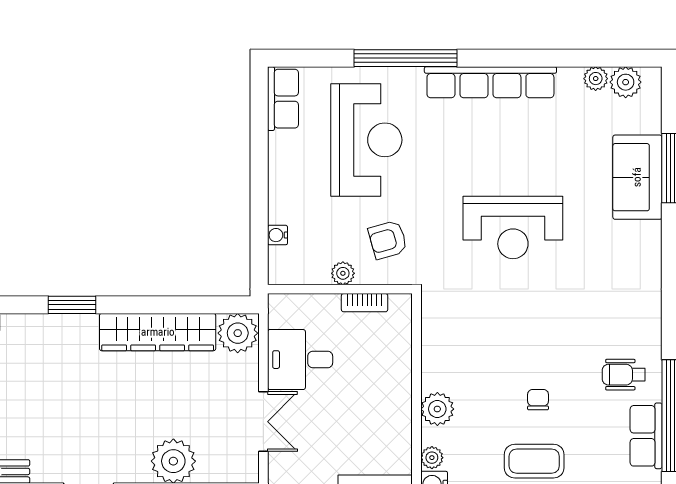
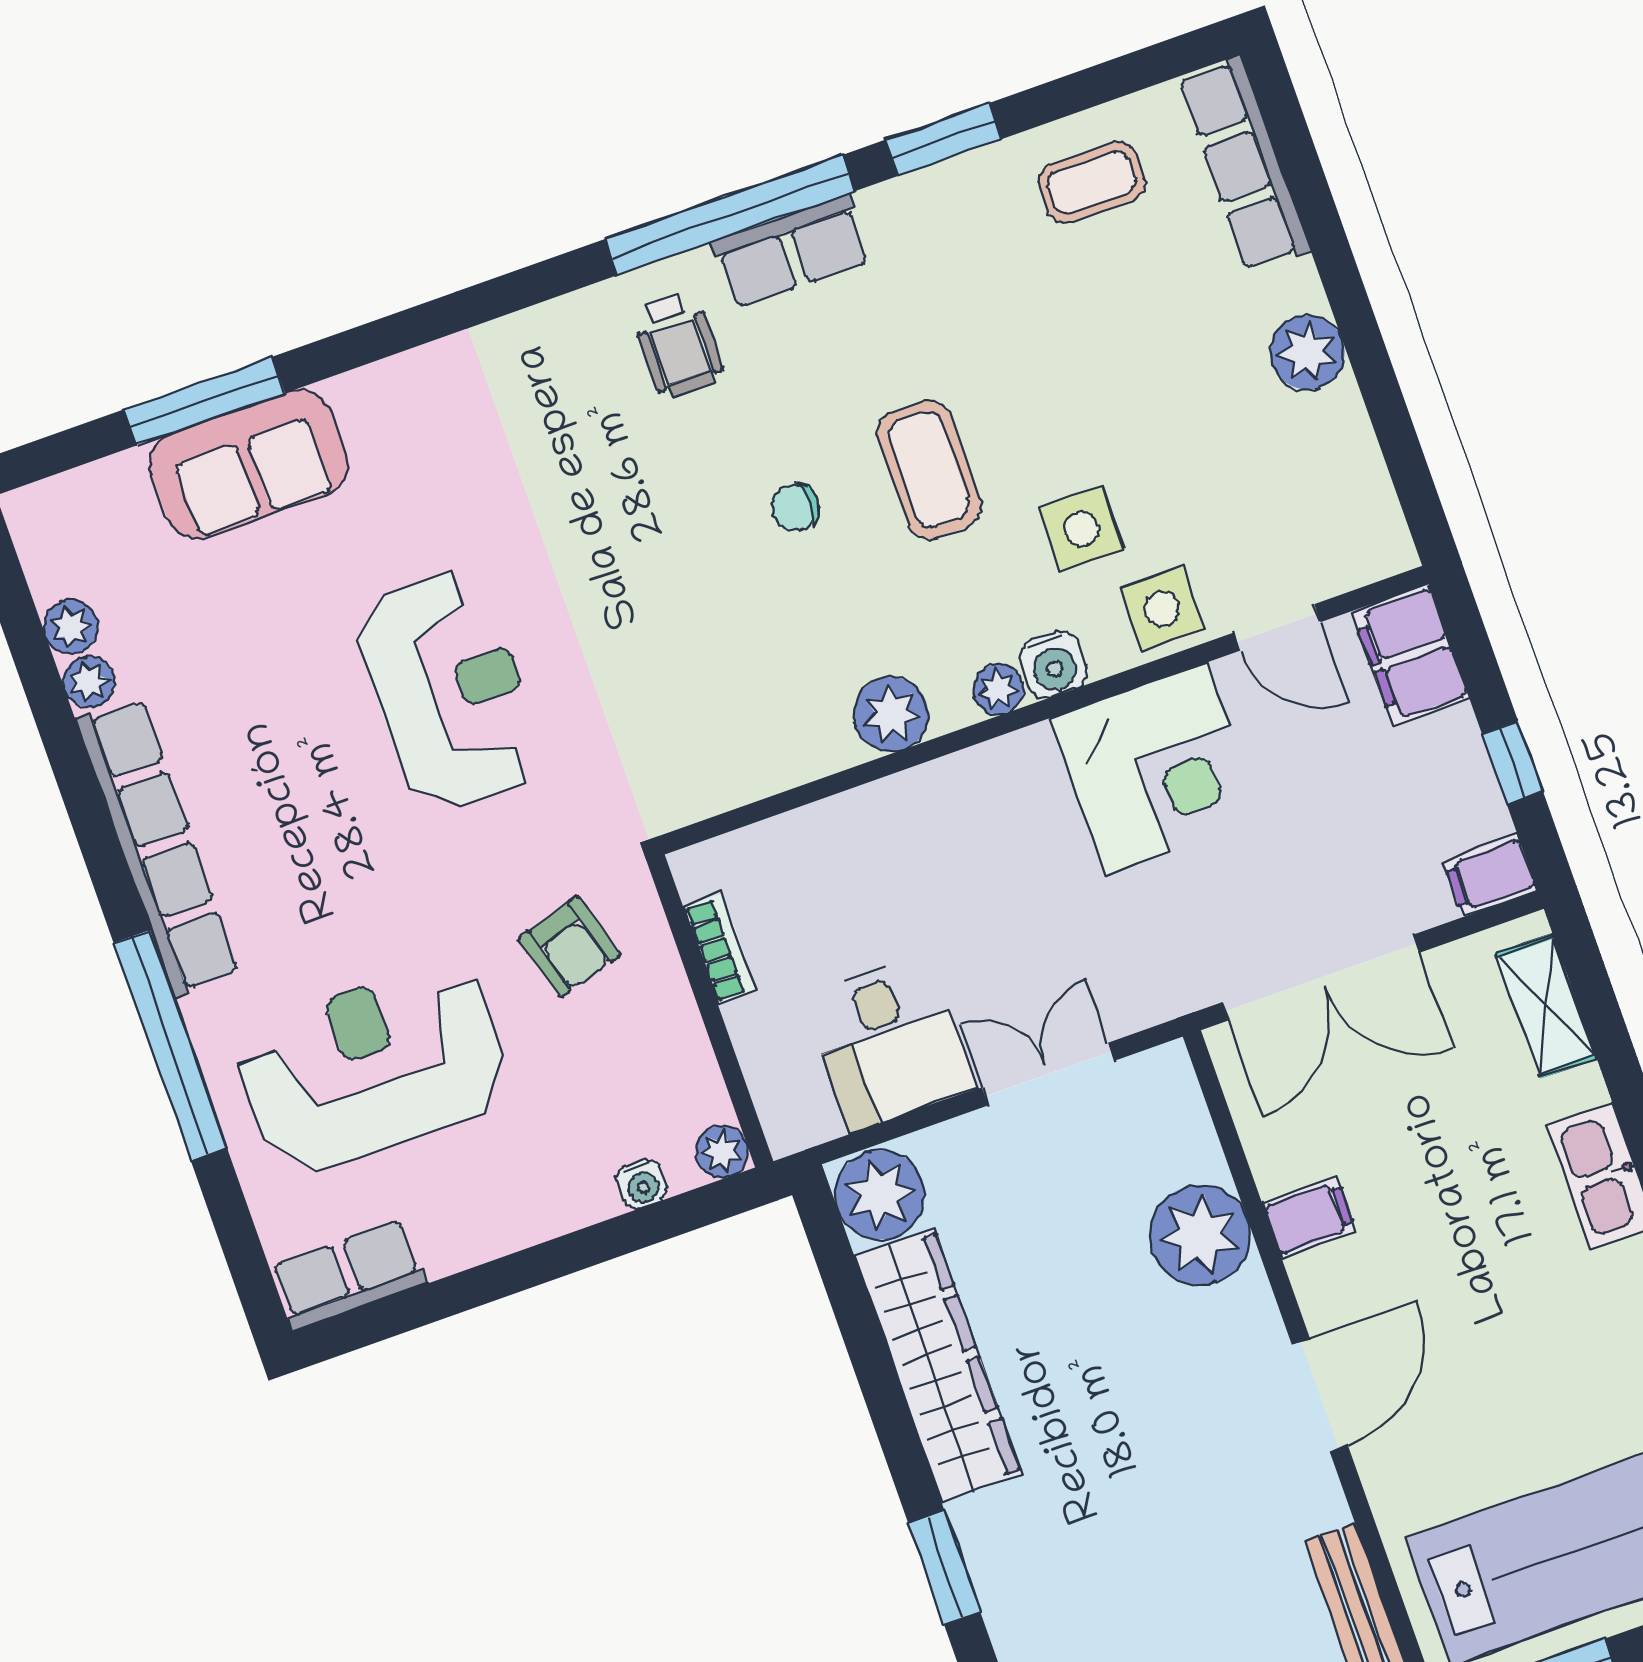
plant: (626, 82) -> (89, 681), moved, width x0.73, depth x0.73
plant: (343, 273) -> (722, 1152), moved

